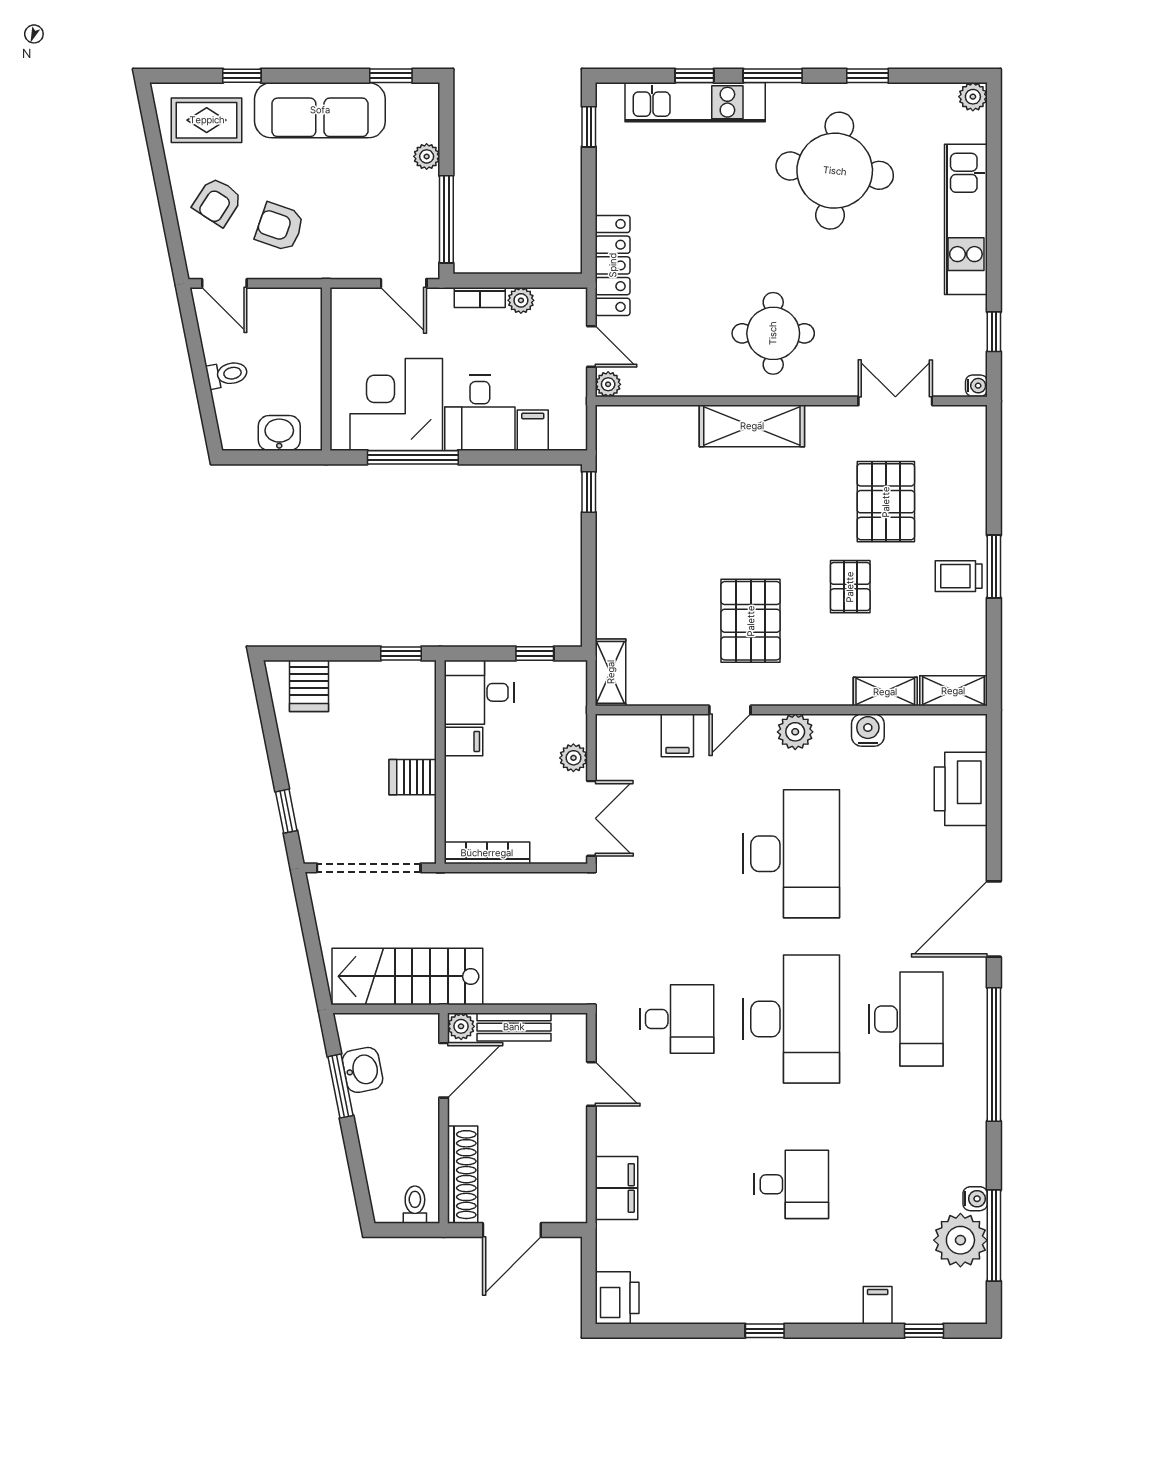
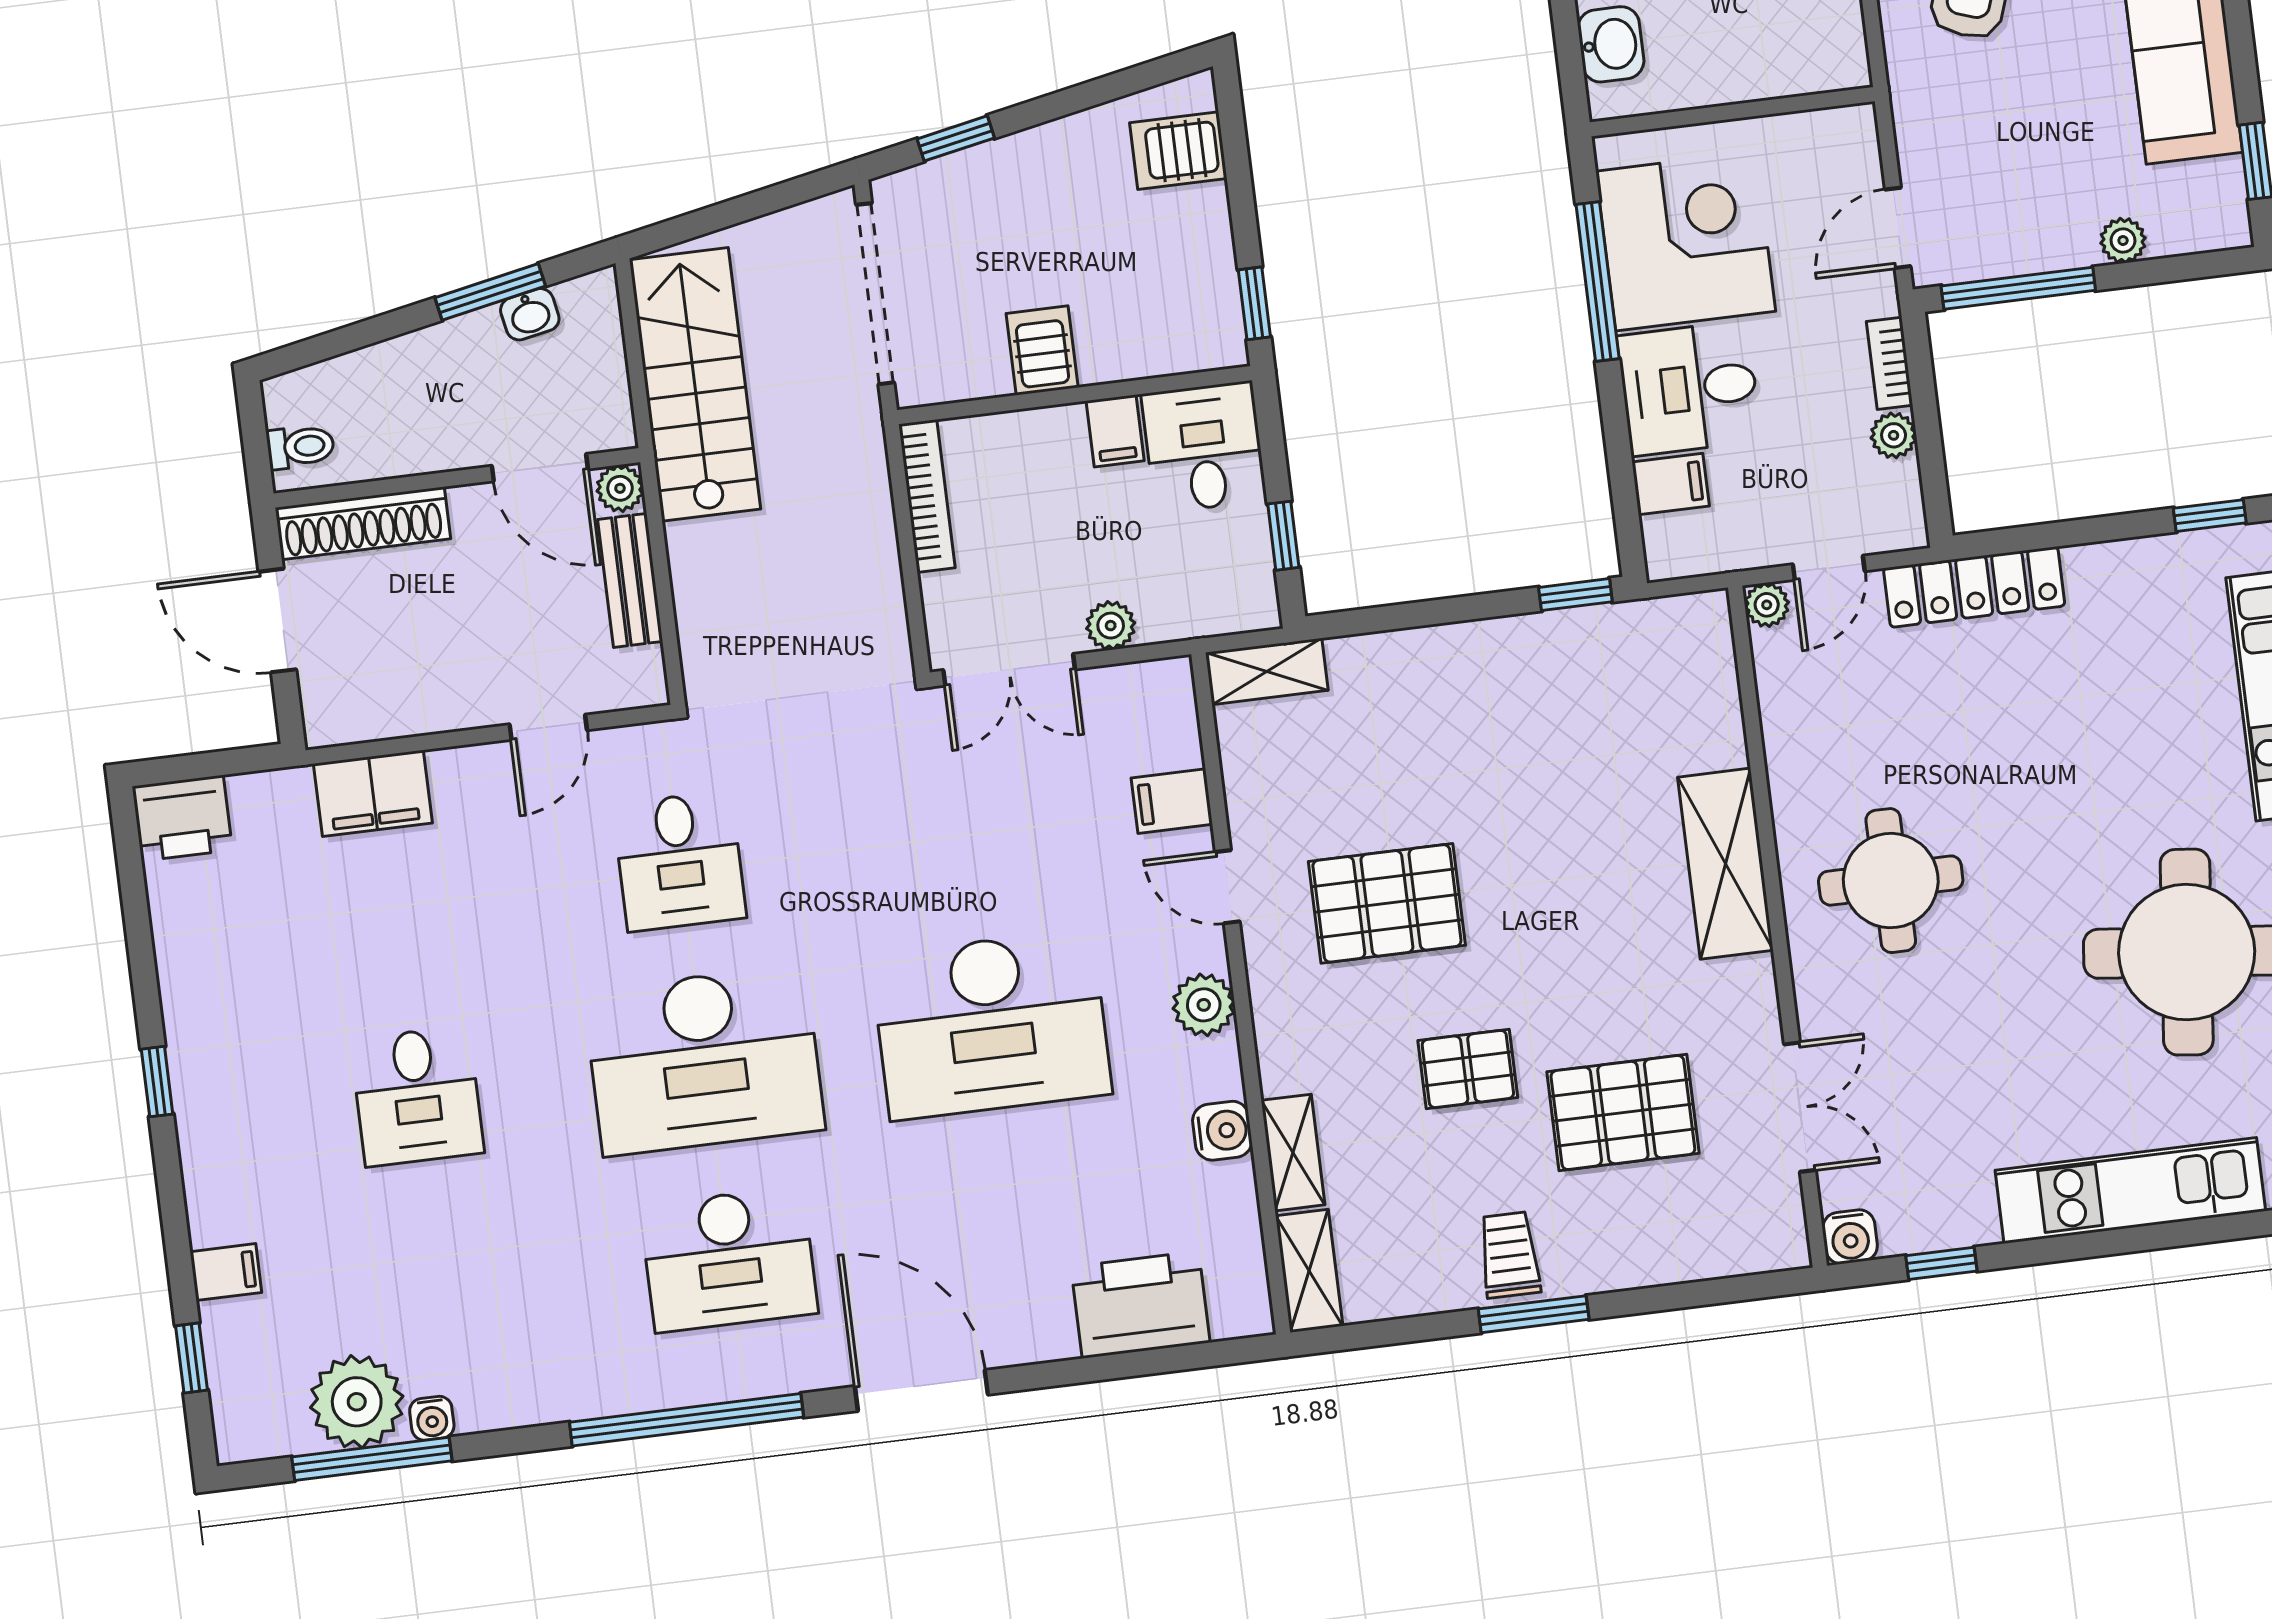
water cooler: (976, 386) -> (1850, 1237), width x1.38, depth x1.38
washbasin: (363, 1070) -> (530, 314), width x0.72, depth x0.69

